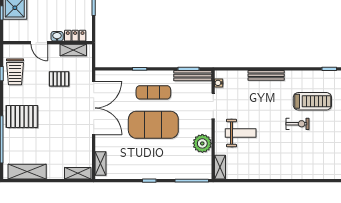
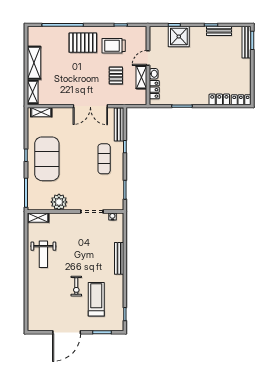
shelving: (73, 50) -> (141, 77), moved
trolley: (15, 72) -> (114, 46), moved
bench: (193, 76) -> (119, 125), moved
treadmill: (312, 101) -> (96, 299), turned 180
double door: (94, 108) -> (90, 106), width x0.73
pallet: (22, 116) -> (83, 43), turned 90
exercise mat: (153, 125) -> (47, 159), moved
weight bench: (241, 133) -> (43, 254), moved
shelving: (27, 172) -> (34, 63), moved

